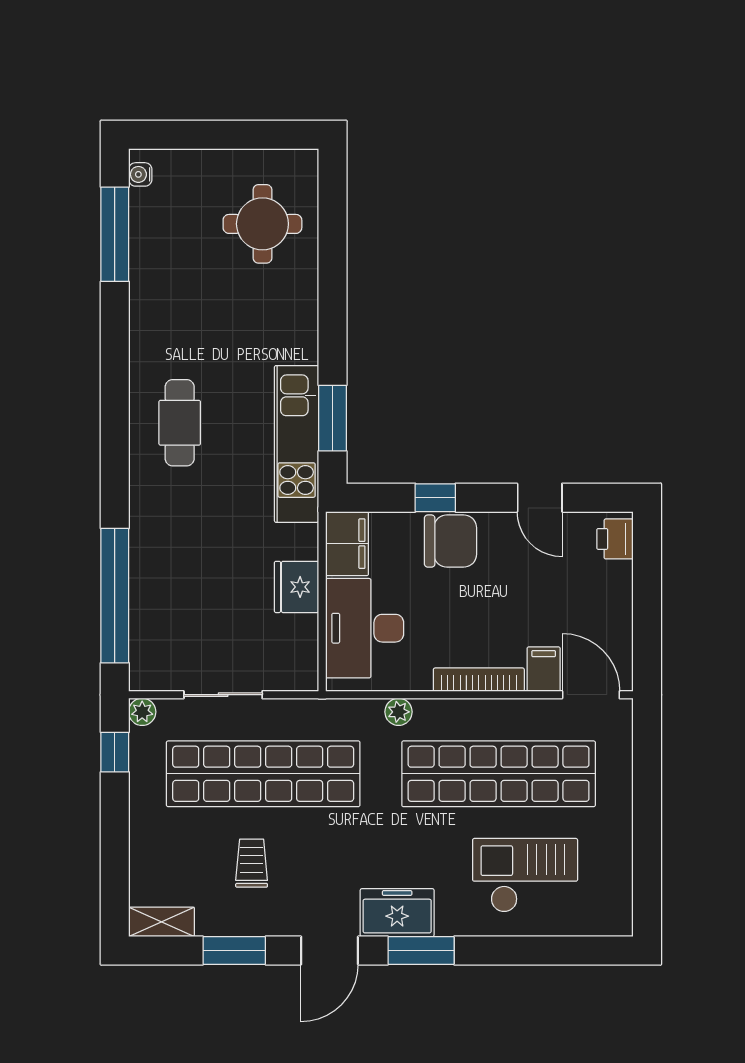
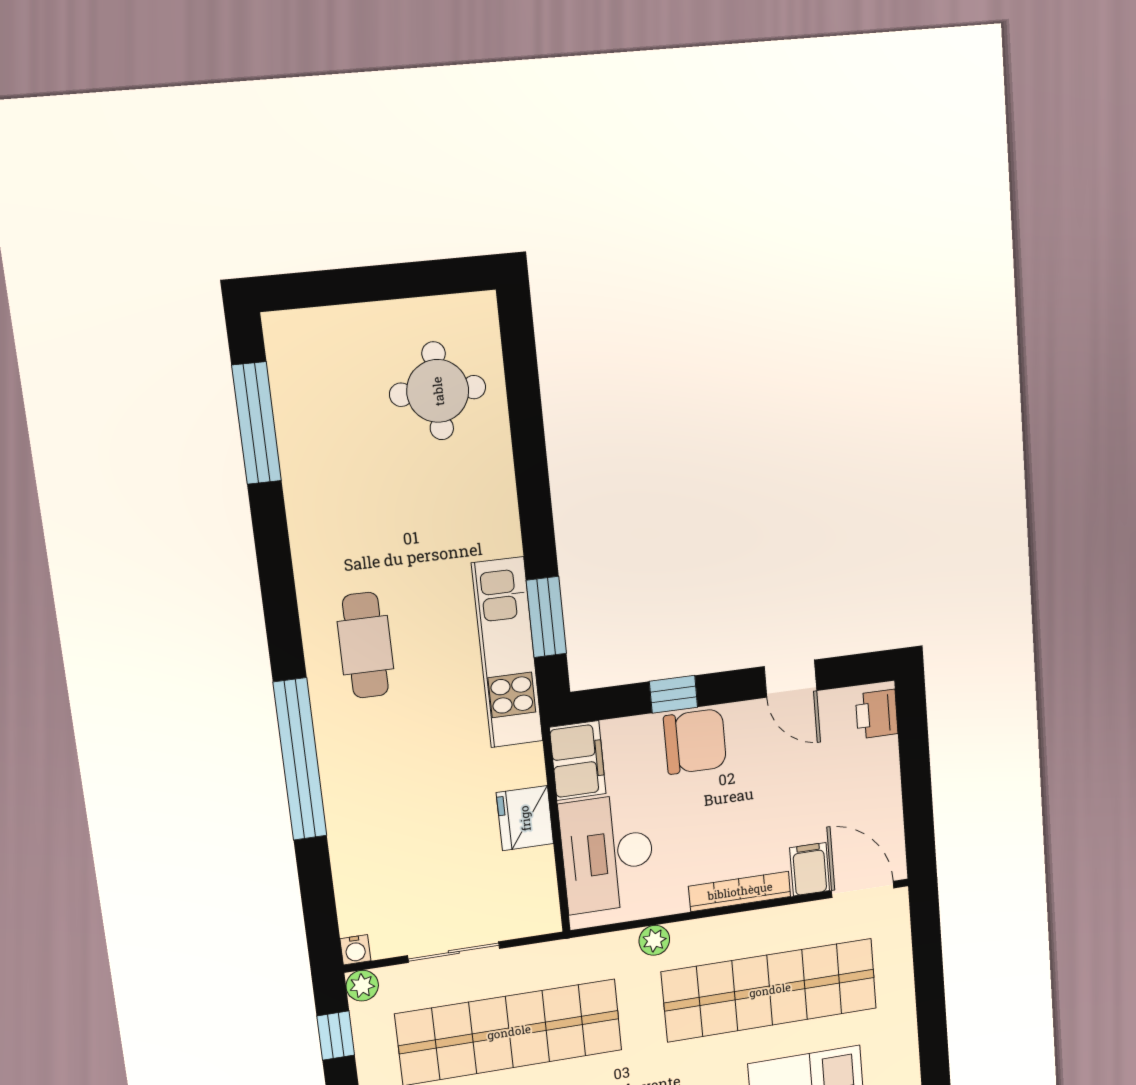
water cooler: (140, 174) -> (355, 950), moved, turned -90
window: (115, 596) -> (300, 759), moved

